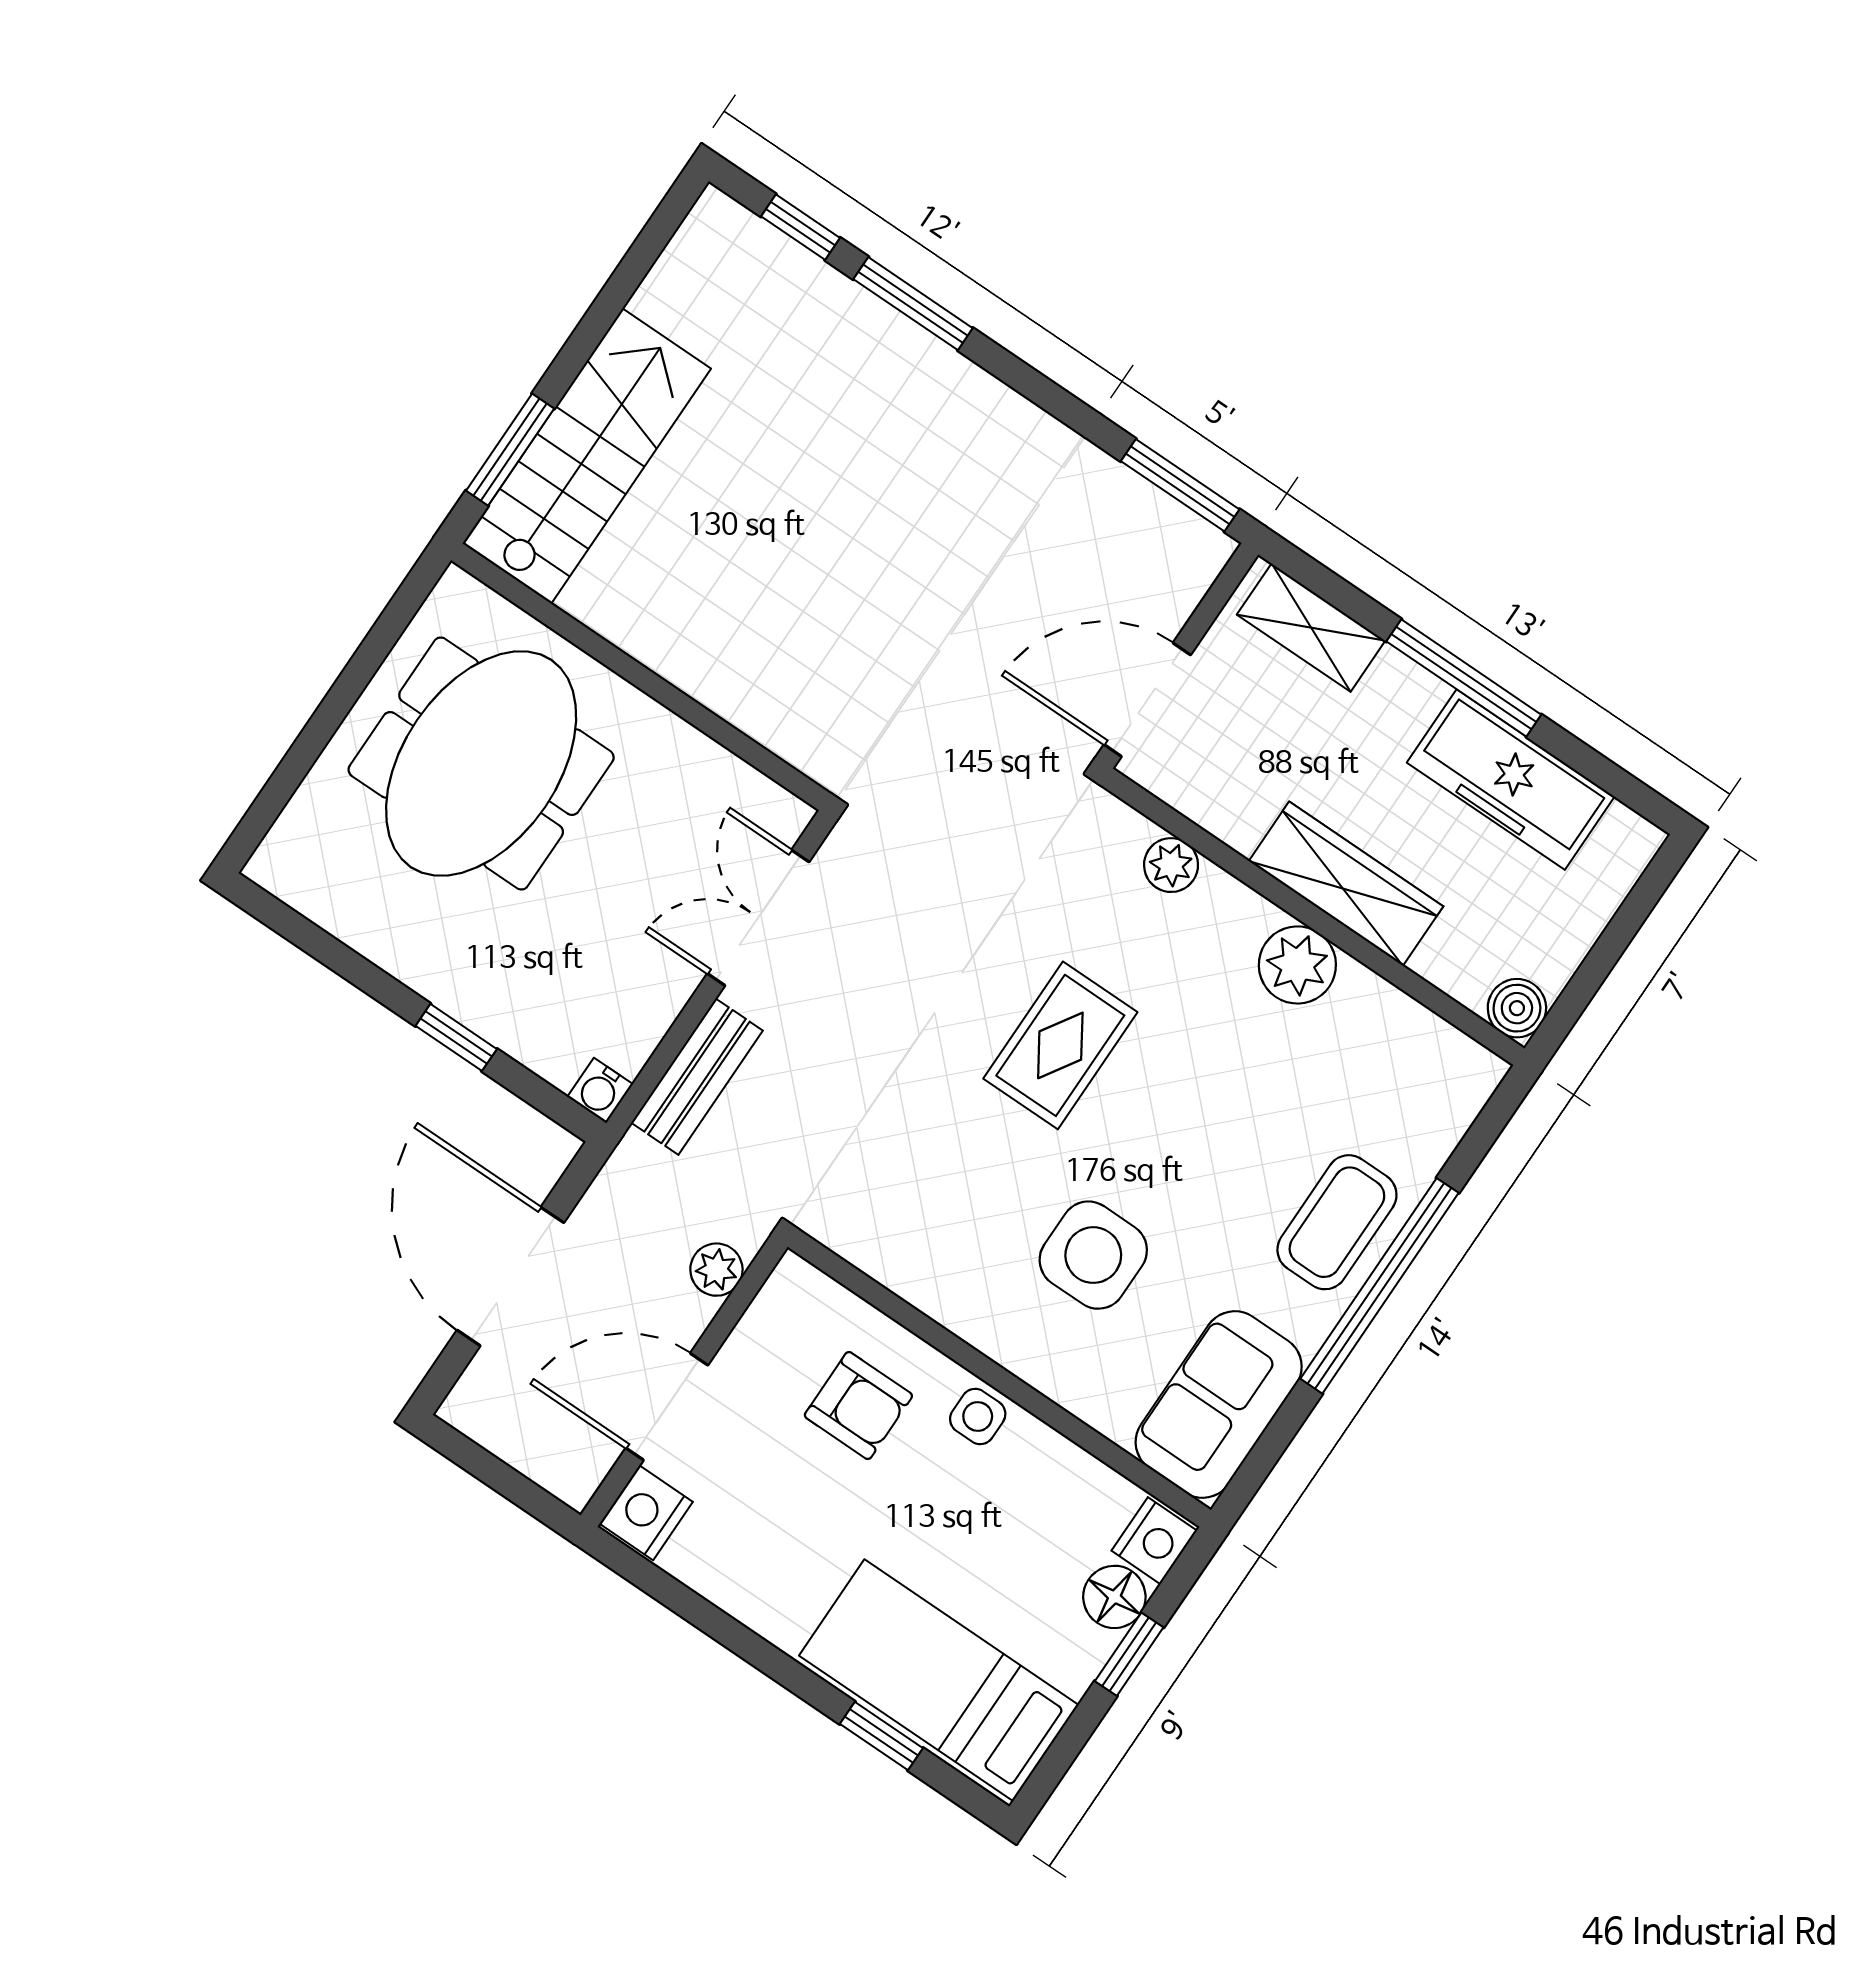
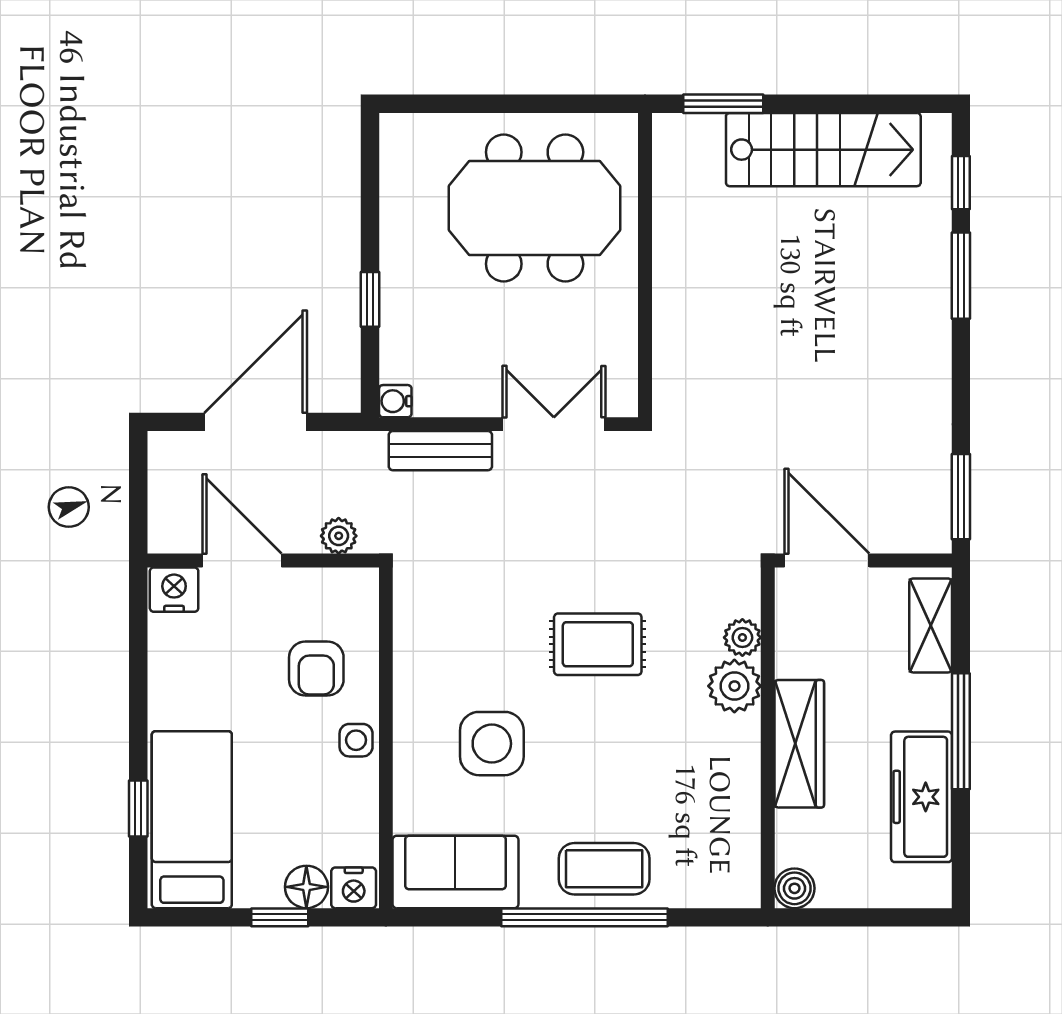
stairs: (587, 456) -> (823, 150), moved
plant: (1297, 965) -> (734, 686), moved

